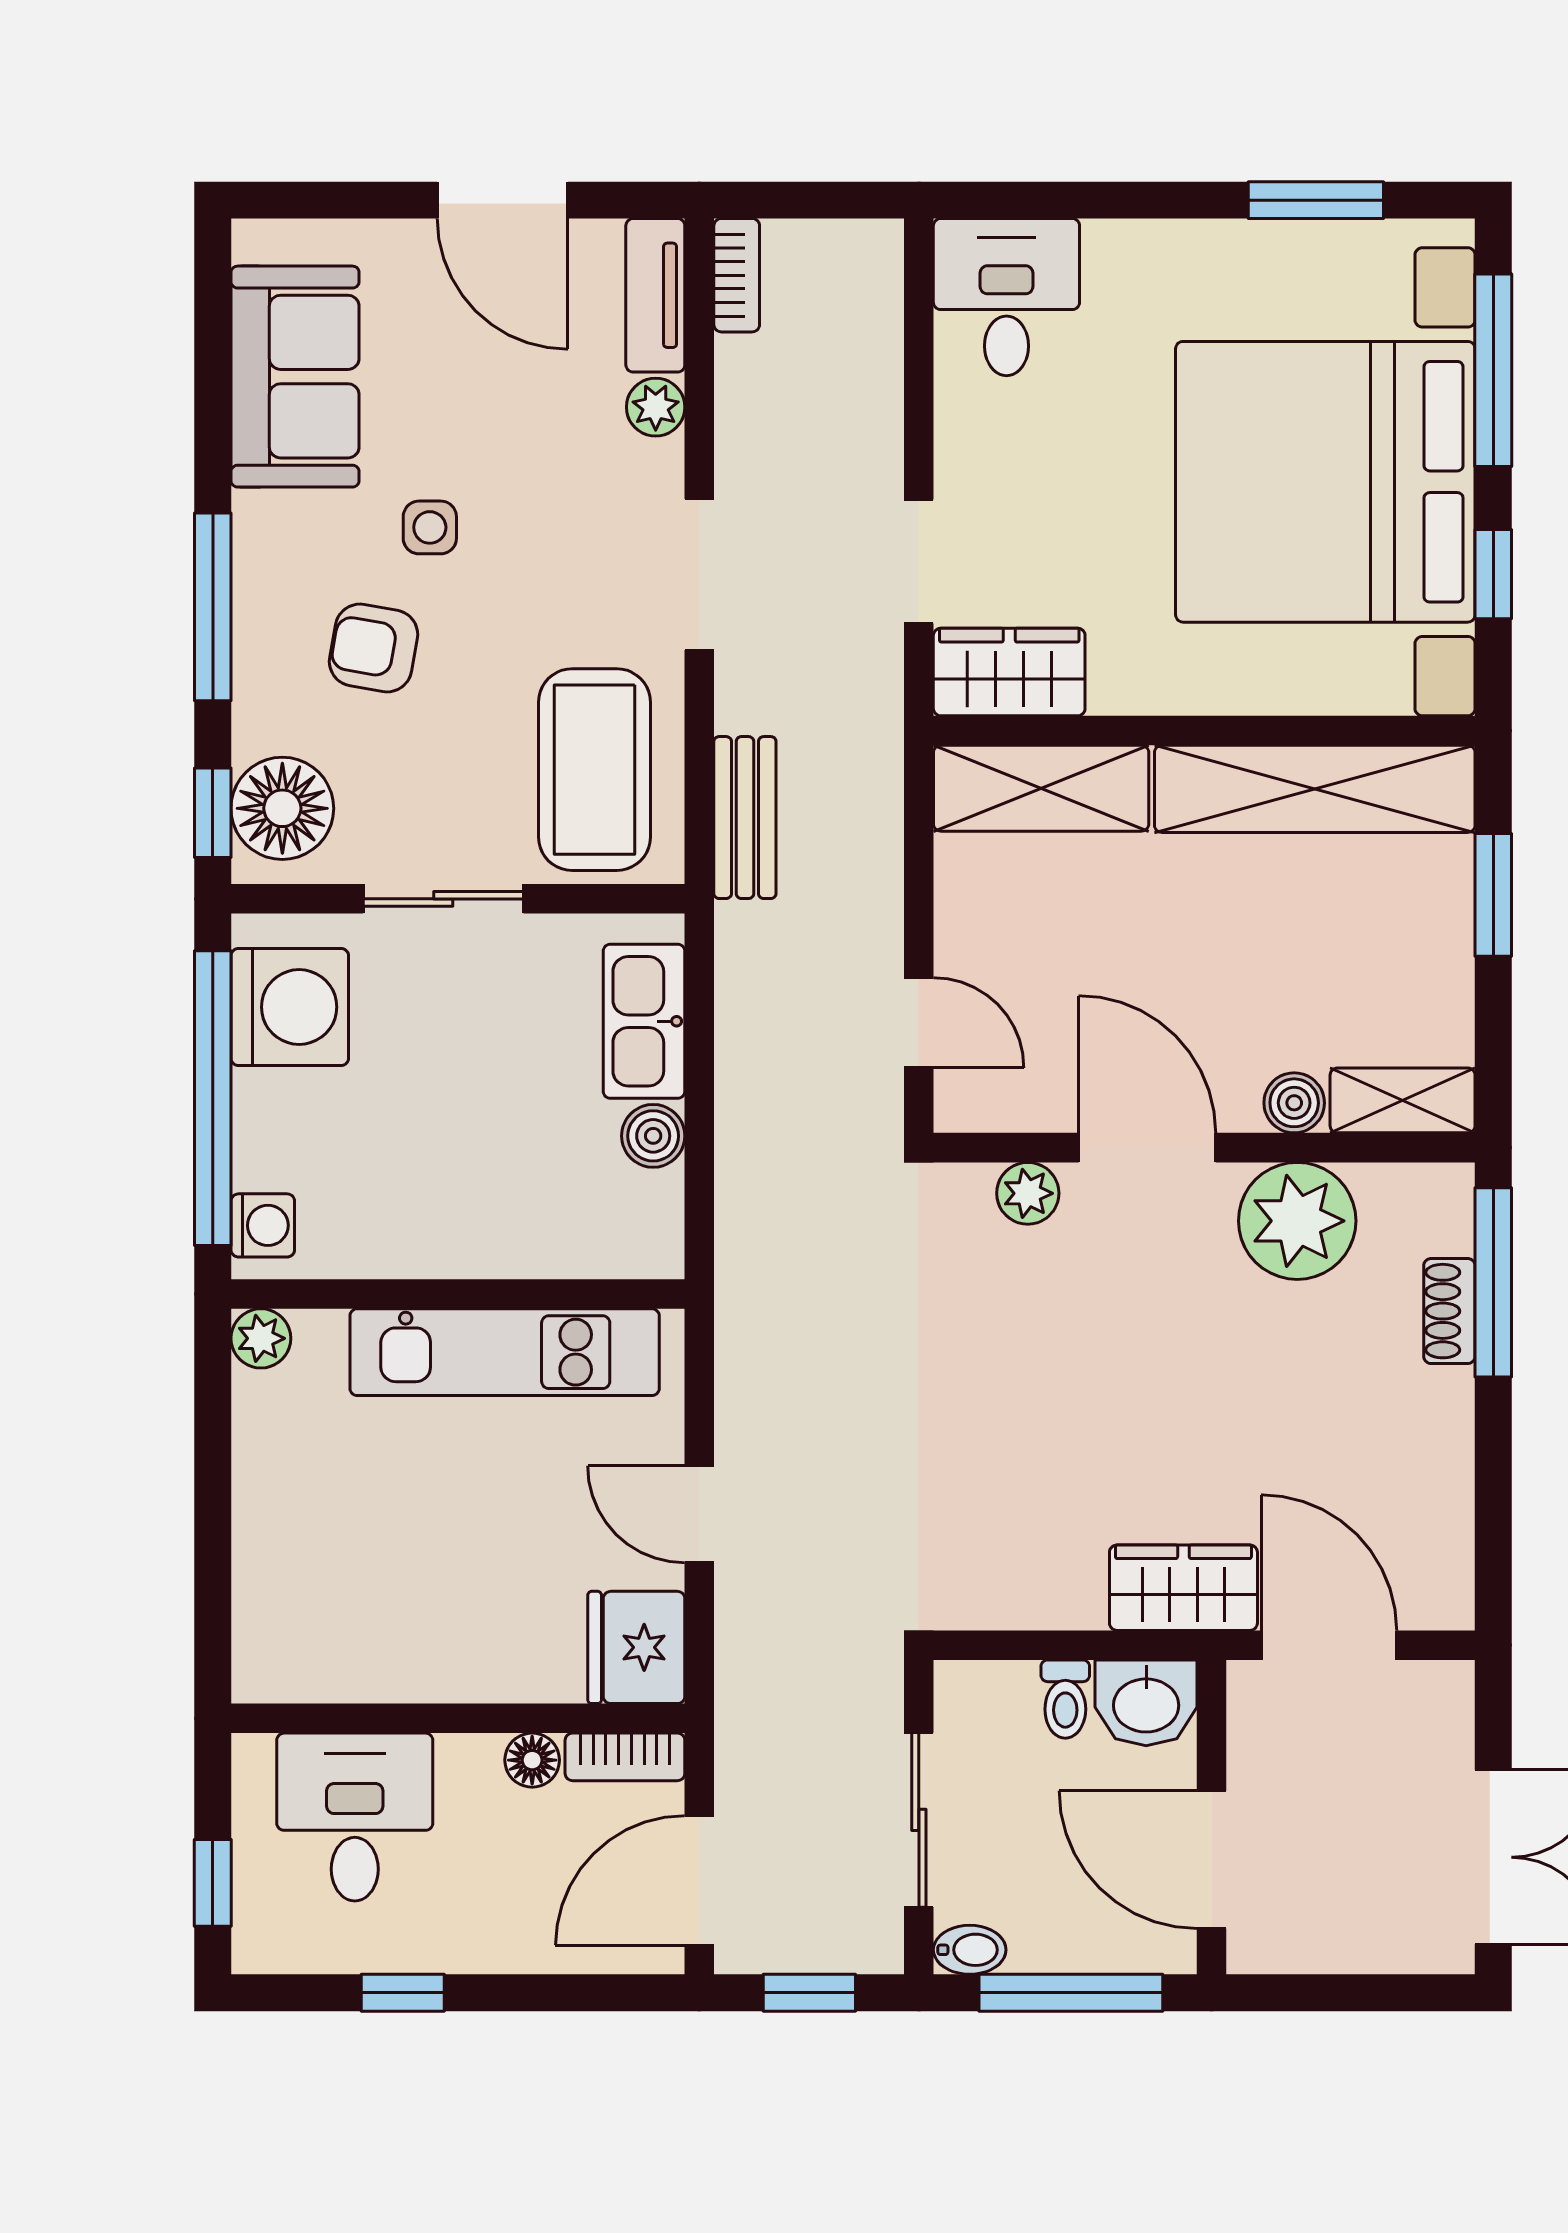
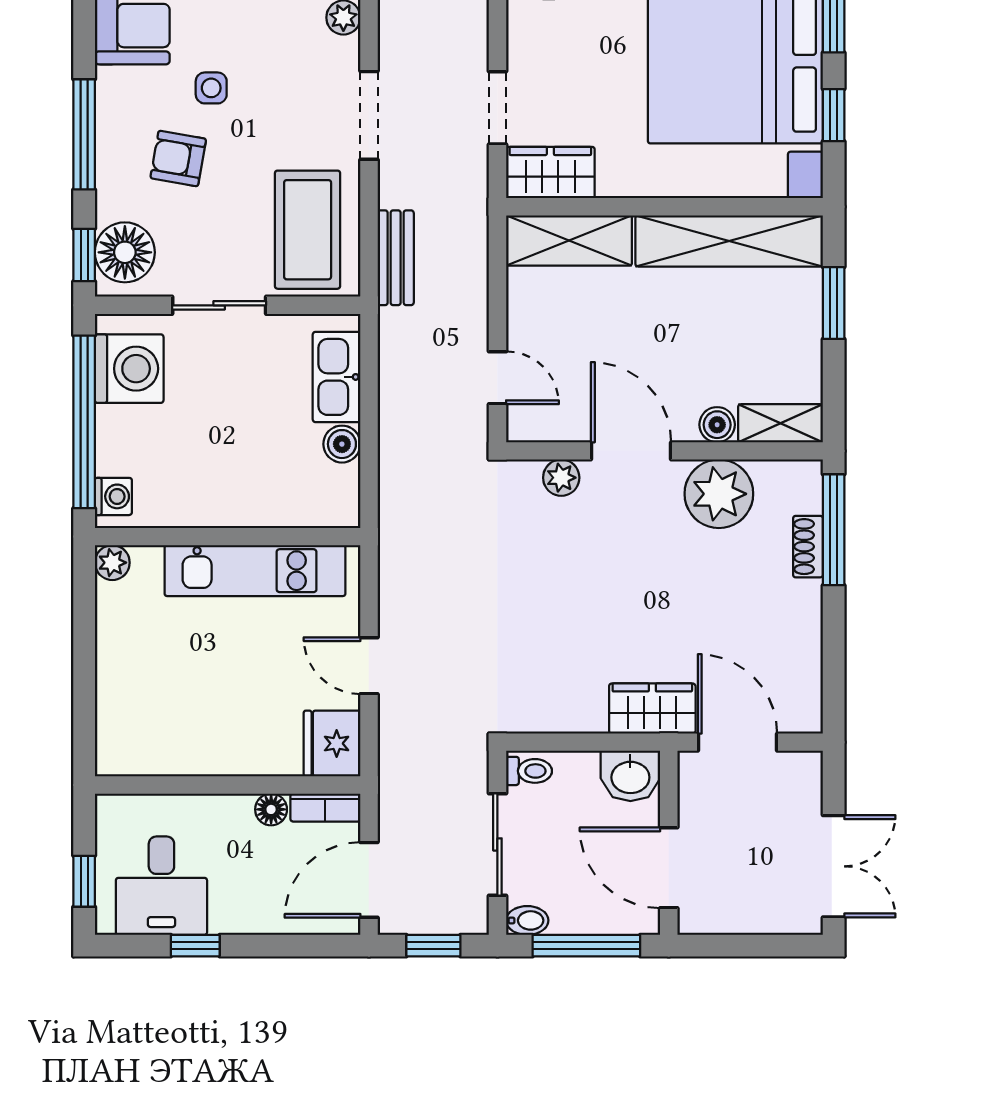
toilet: (1065, 1699) -> (529, 771), moved, turned -90
desk: (355, 1817) -> (161, 886), moved, turned 180

